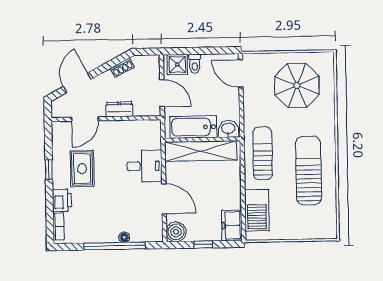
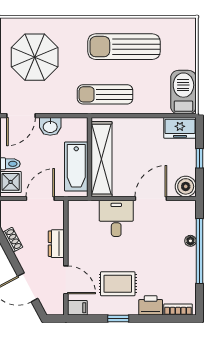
washbasin: (228, 129) -> (50, 126), moved, turned -90
filing cabinet: (58, 130) -> (77, 308), added
barbecue: (257, 210) -> (183, 92), moved, turned -90

